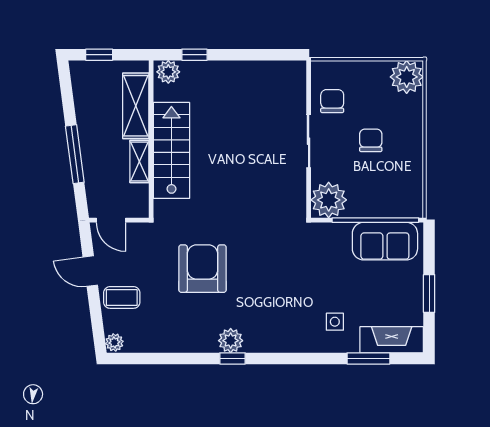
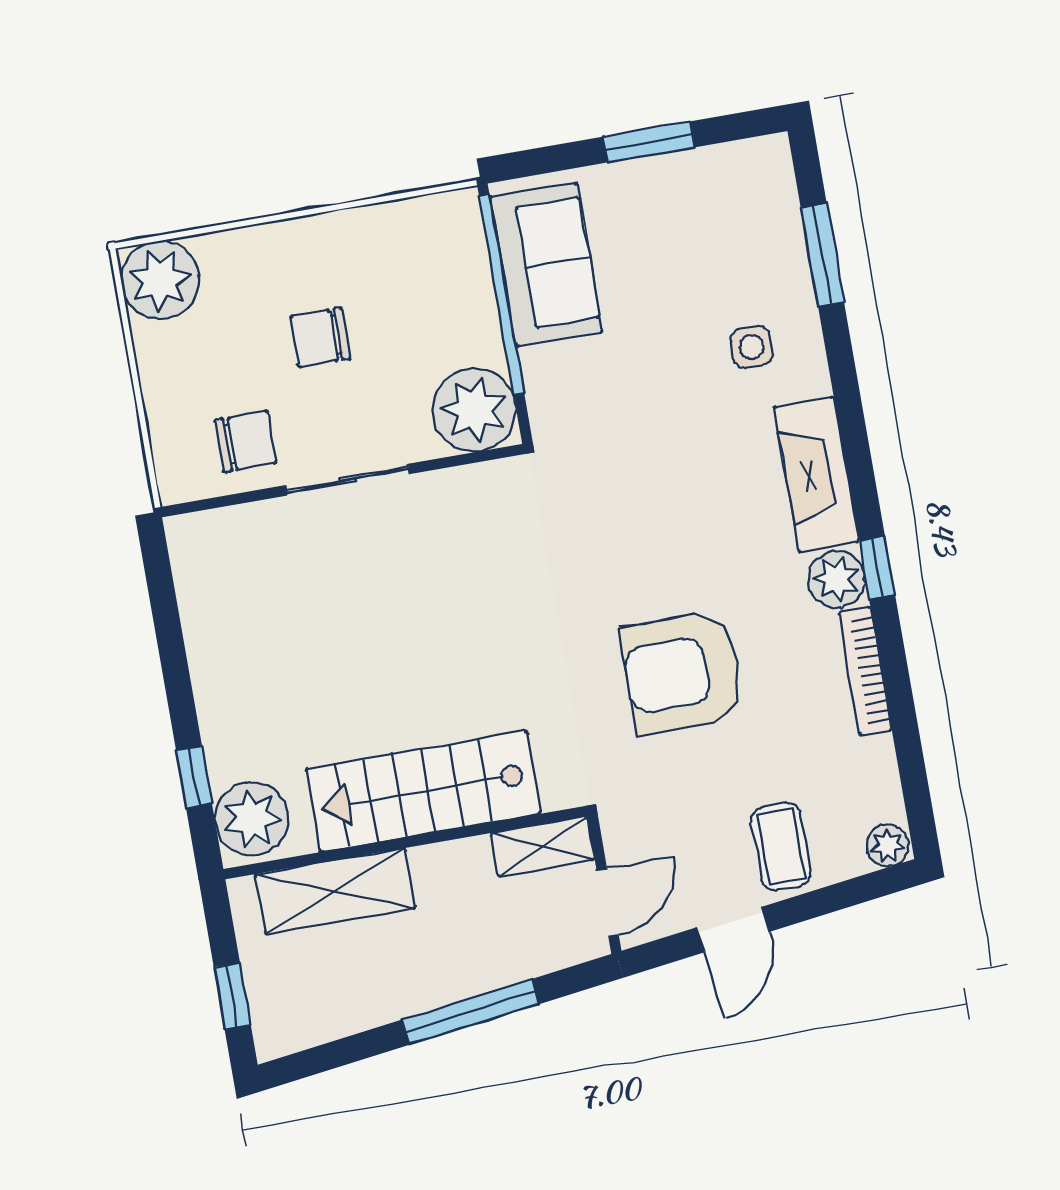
plant: (168, 72) -> (252, 819), width x1.36, depth x1.36
chair: (332, 101) -> (246, 442), turned 180
shelving: (139, 161) -> (543, 846), moved
fireplace: (392, 340) -> (816, 474), moved
bookcase: (190, 346) -> (865, 671), added

